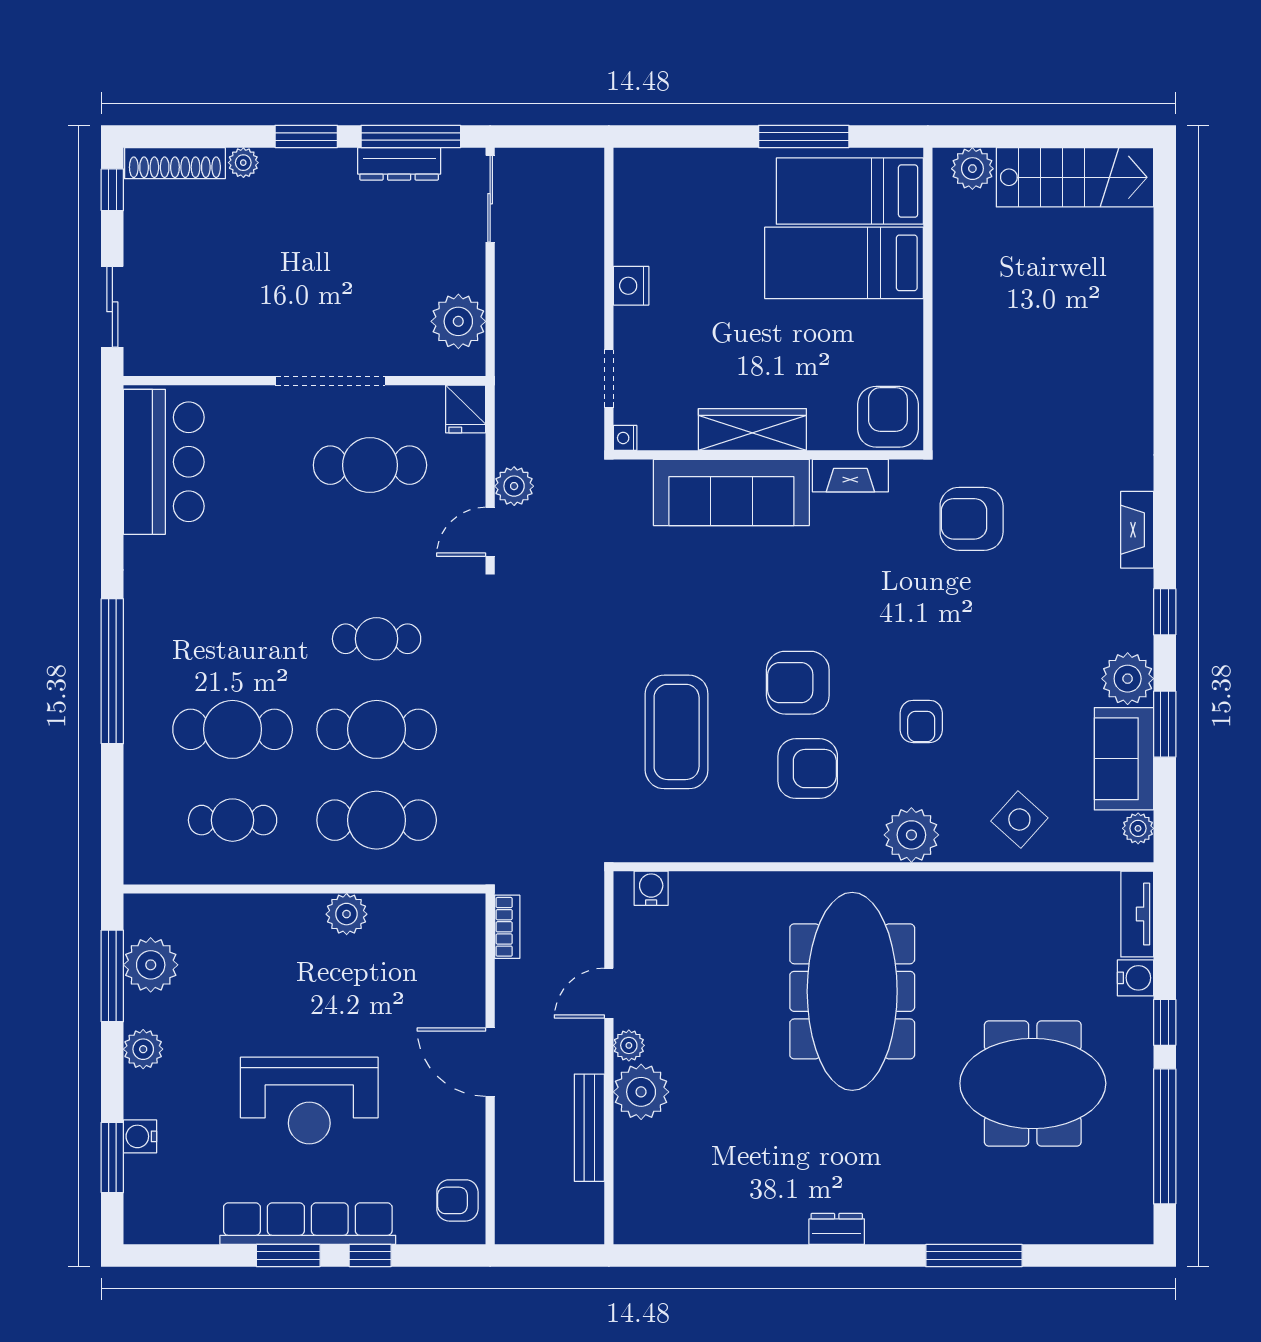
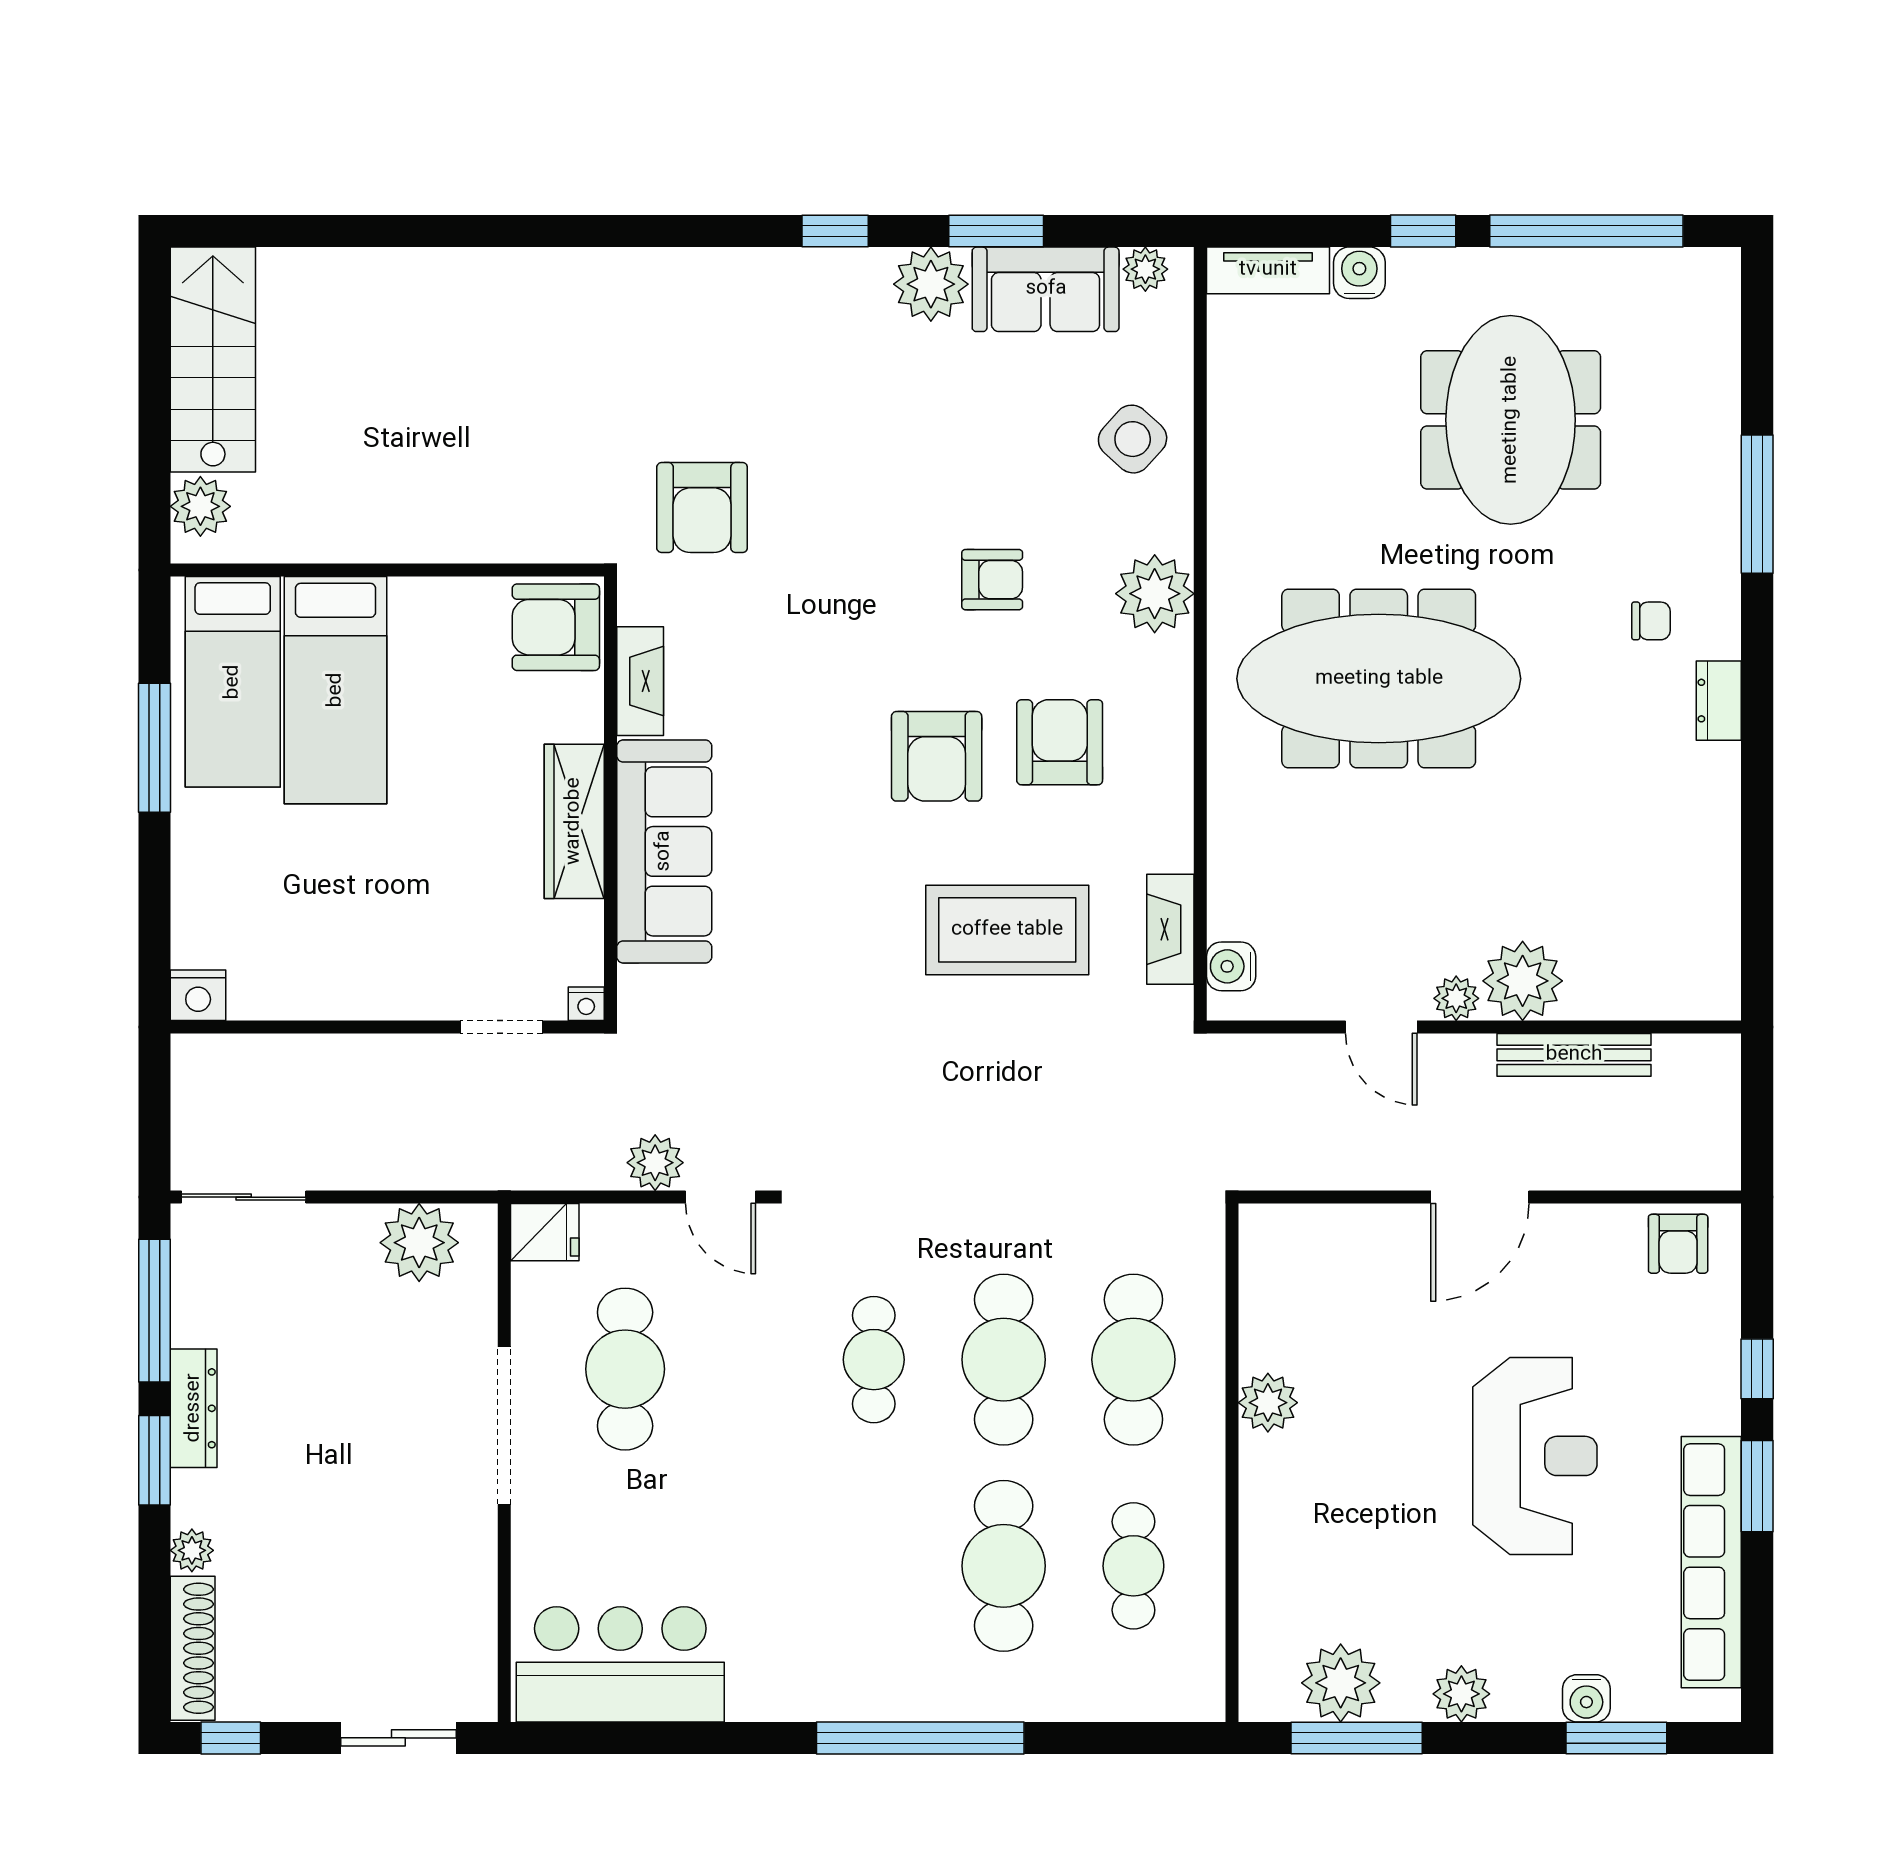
dresser: (399, 164) -> (194, 1408), moved
nightstand: (631, 286) -> (198, 995), moved
fireplace: (1137, 530) -> (1170, 929), moved, turned 90
bookcase: (507, 927) -> (1286, 1173), removed
chair: (892, 1182) -> (1651, 621), added
row of seats: (308, 1224) -> (1711, 1562), moved

